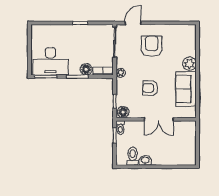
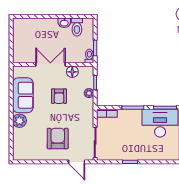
door: (133, 23) -> (77, 162), hinge flipped
armchair: (152, 46) -> (58, 138), turned 180
floor lamp: (86, 69) -> (124, 115), removed
plant: (121, 73) -> (89, 93), moved
armchair: (150, 88) -> (59, 96), turned 90
floor lamp: (123, 112) -> (72, 72), moved

